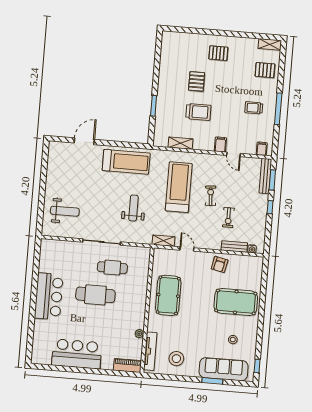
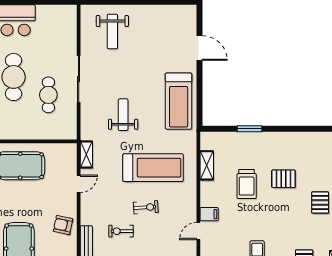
weight bench: (133, 208) -> (123, 115), turned -90

